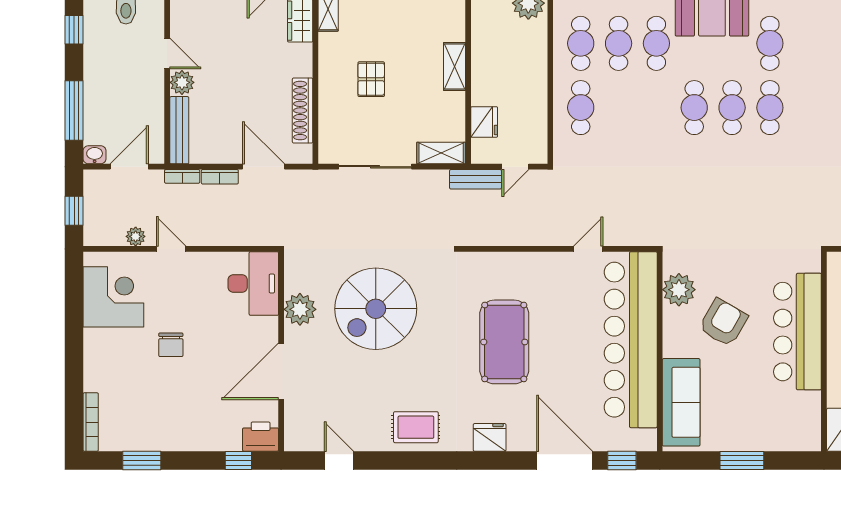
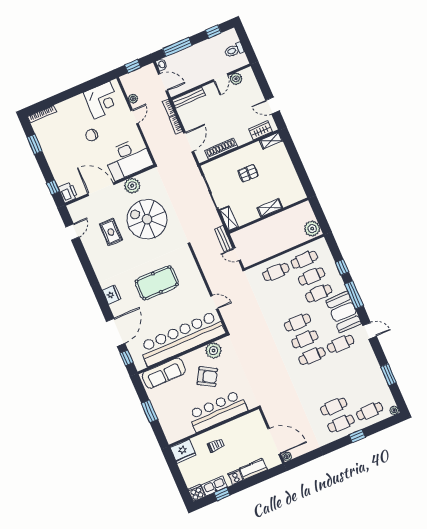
plant: (182, 82) -> (236, 79), moved
fridge: (484, 122) -> (251, 232), removed
desk: (253, 284) -> (128, 159), width x1.36, depth x1.30
rug: (416, 427) -> (111, 232), moved

